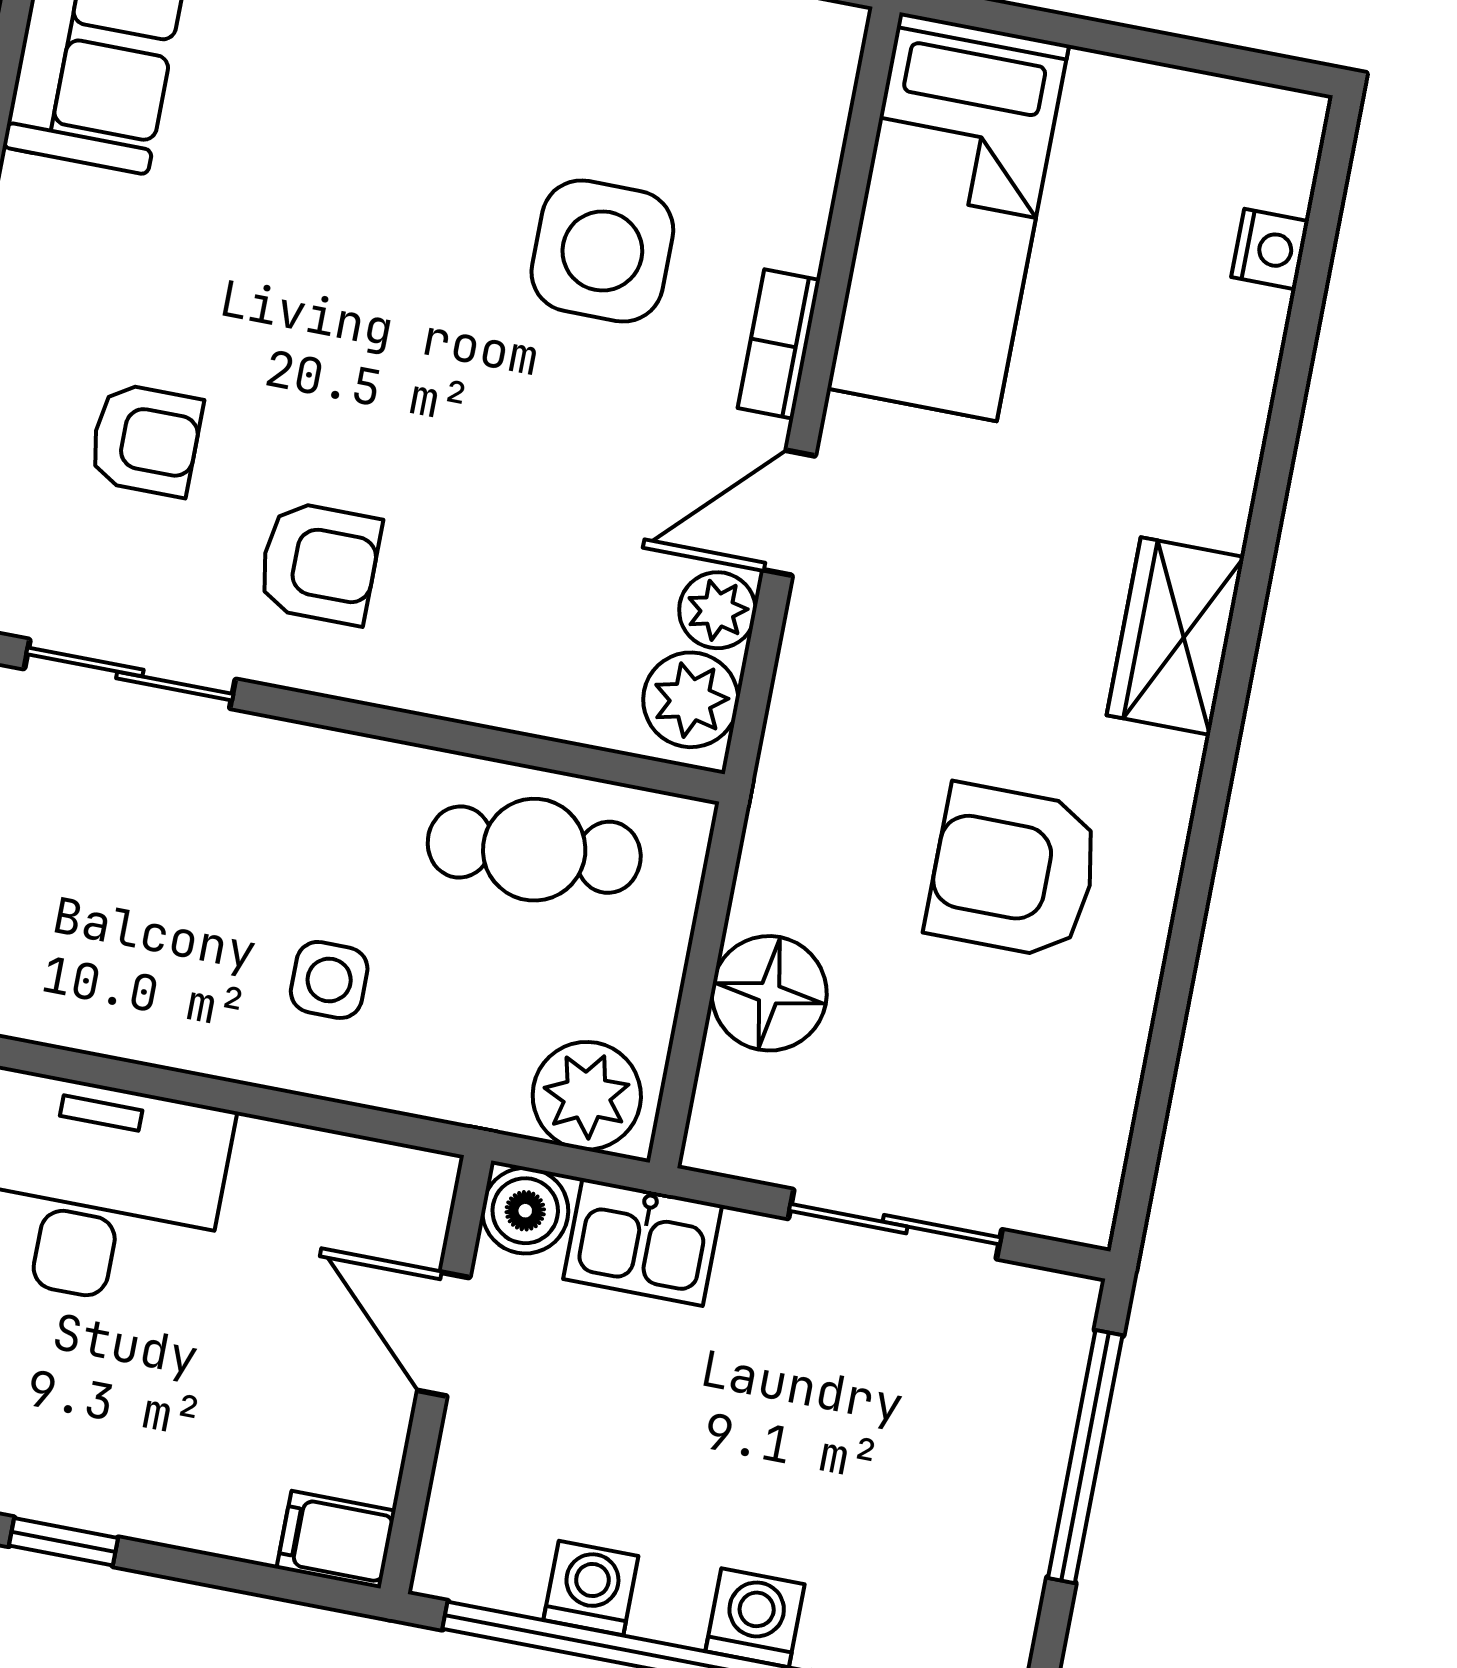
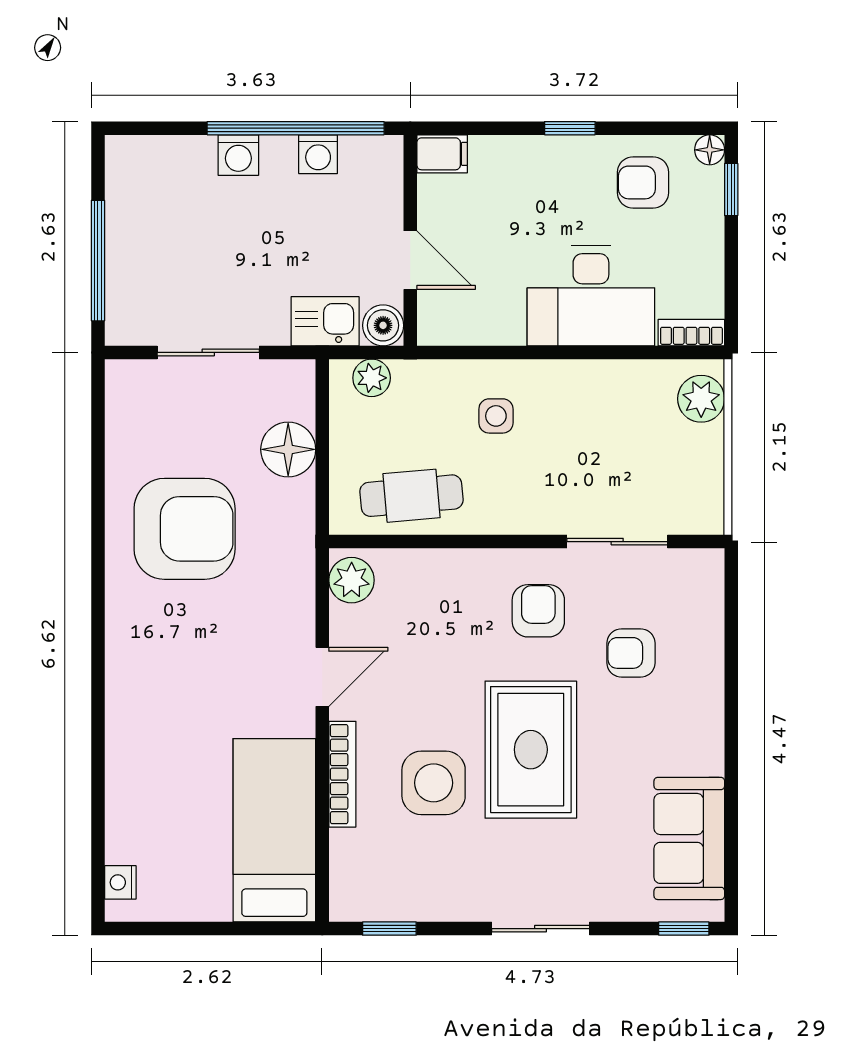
nightstand: (1270, 249) -> (120, 882), moved
rug: (390, 281) -> (531, 750), added
bookcase: (779, 344) -> (342, 774), width x1.56
armchair: (319, 563) -> (538, 611), turned 90
plant: (717, 610) -> (347, 625), removed
wardrobe: (1175, 636) -> (130, 654), removed
armchair: (1013, 871) -> (185, 529), width x1.36, depth x1.36
plant: (587, 1096) -> (372, 378), width x0.73, depth x0.73

